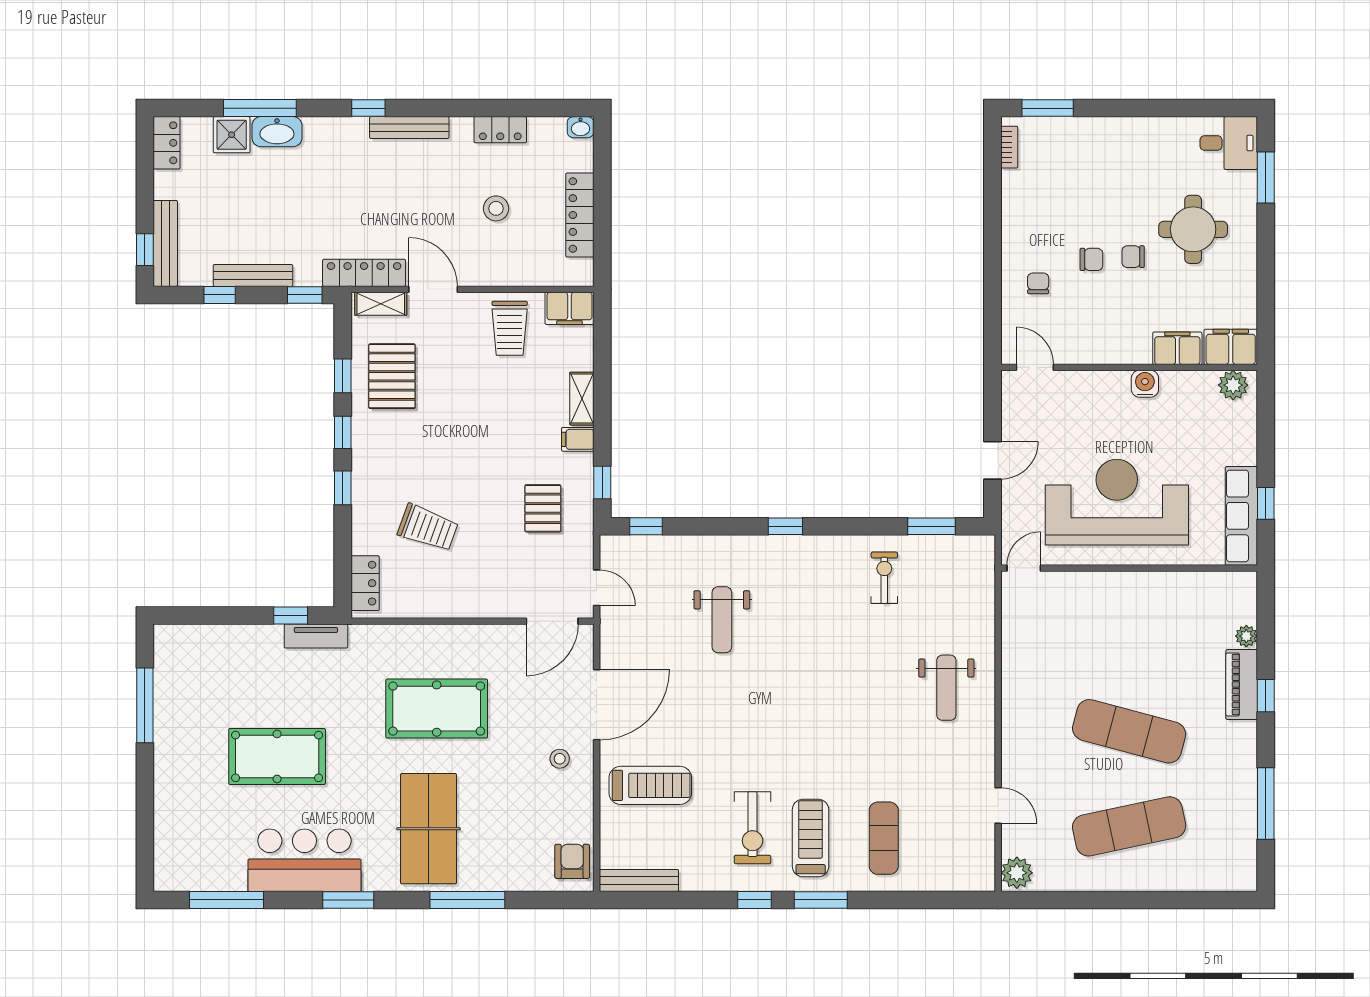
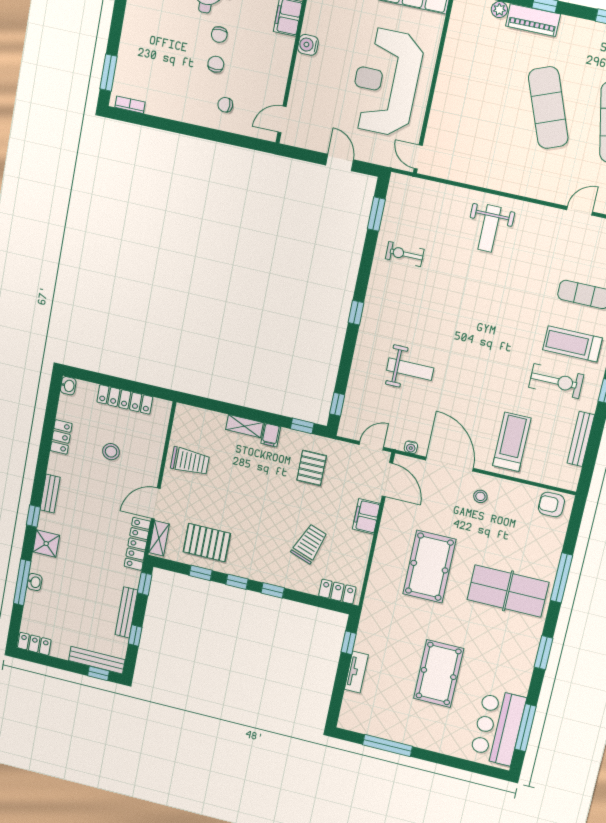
bench: (409, 128) -> (50, 494), width x0.73
washbasin: (277, 132) -> (35, 582), width x0.52, depth x0.69
shower: (232, 135) -> (46, 544), moved
filing cabinet: (569, 308) -> (366, 516), moved, turned 180
pallet: (543, 508) -> (312, 468), turned 90
tv unit: (316, 636) -> (356, 672), moved
water cooler: (608, 645) -> (411, 447), added
weight bench: (946, 688) -> (489, 228), turned 90
exercise mat: (1129, 731) -> (548, 108), turned -36
bar counter: (304, 860) -> (498, 727), moved
bench: (639, 881) -> (581, 439), moved

